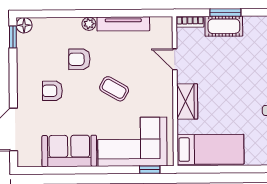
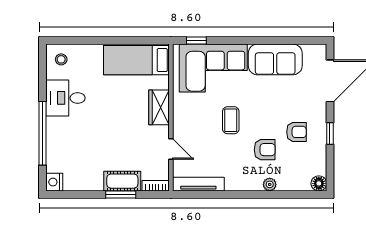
plant: (89, 24) -> (270, 184), moved
tv unit: (123, 24) -> (198, 184), moved
window: (13, 37) -> (330, 133), moved
coffee table: (114, 89) -> (231, 120), turned 60
armchair: (52, 91) -> (296, 132), moved

